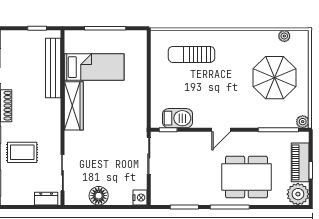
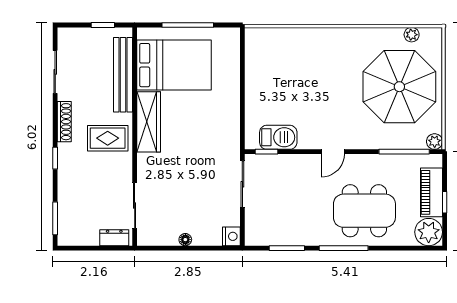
sun lounger: (191, 54) -> (296, 58), removed
bed: (94, 67) -> (174, 65), width x1.50
parasol: (275, 78) -> (399, 87), width x1.36, depth x1.36
rug: (22, 152) -> (108, 138), moved
floor lamp: (99, 196) -> (185, 240), width x0.53, depth x0.53

